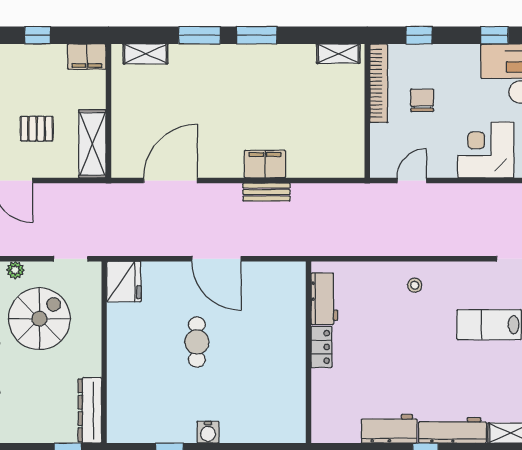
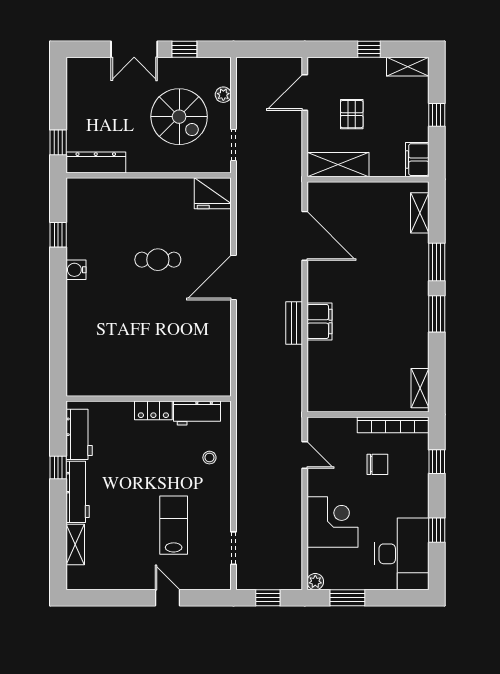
workbench: (324, 299) -> (197, 413), moved
locker: (322, 347) -> (153, 410), moved
wall: (308, 352) -> (149, 399), moved

